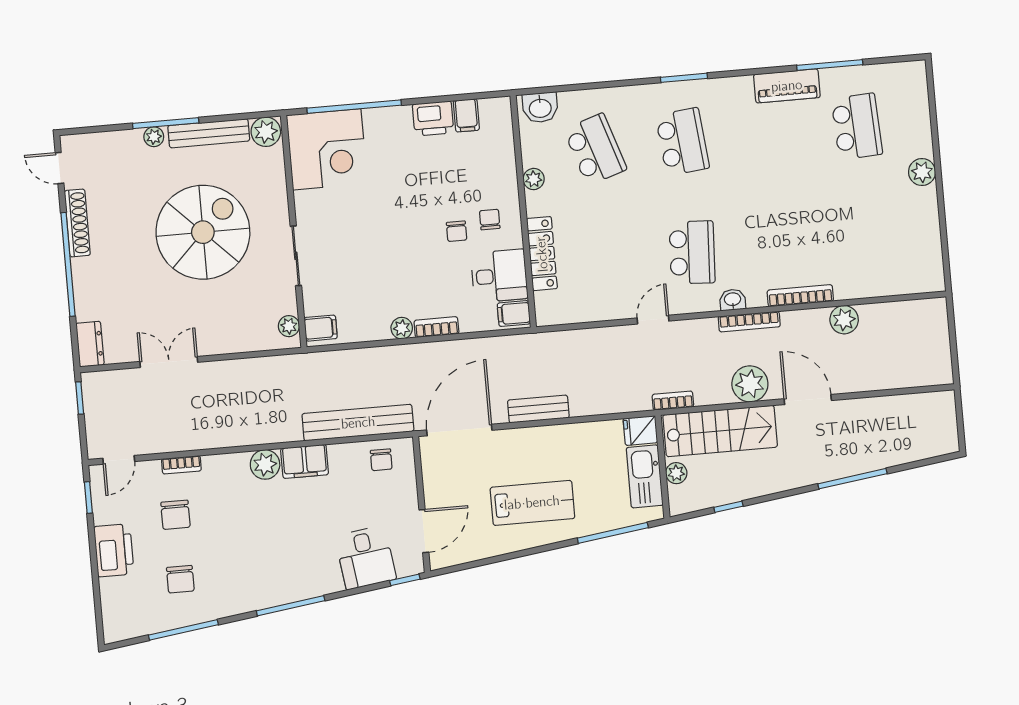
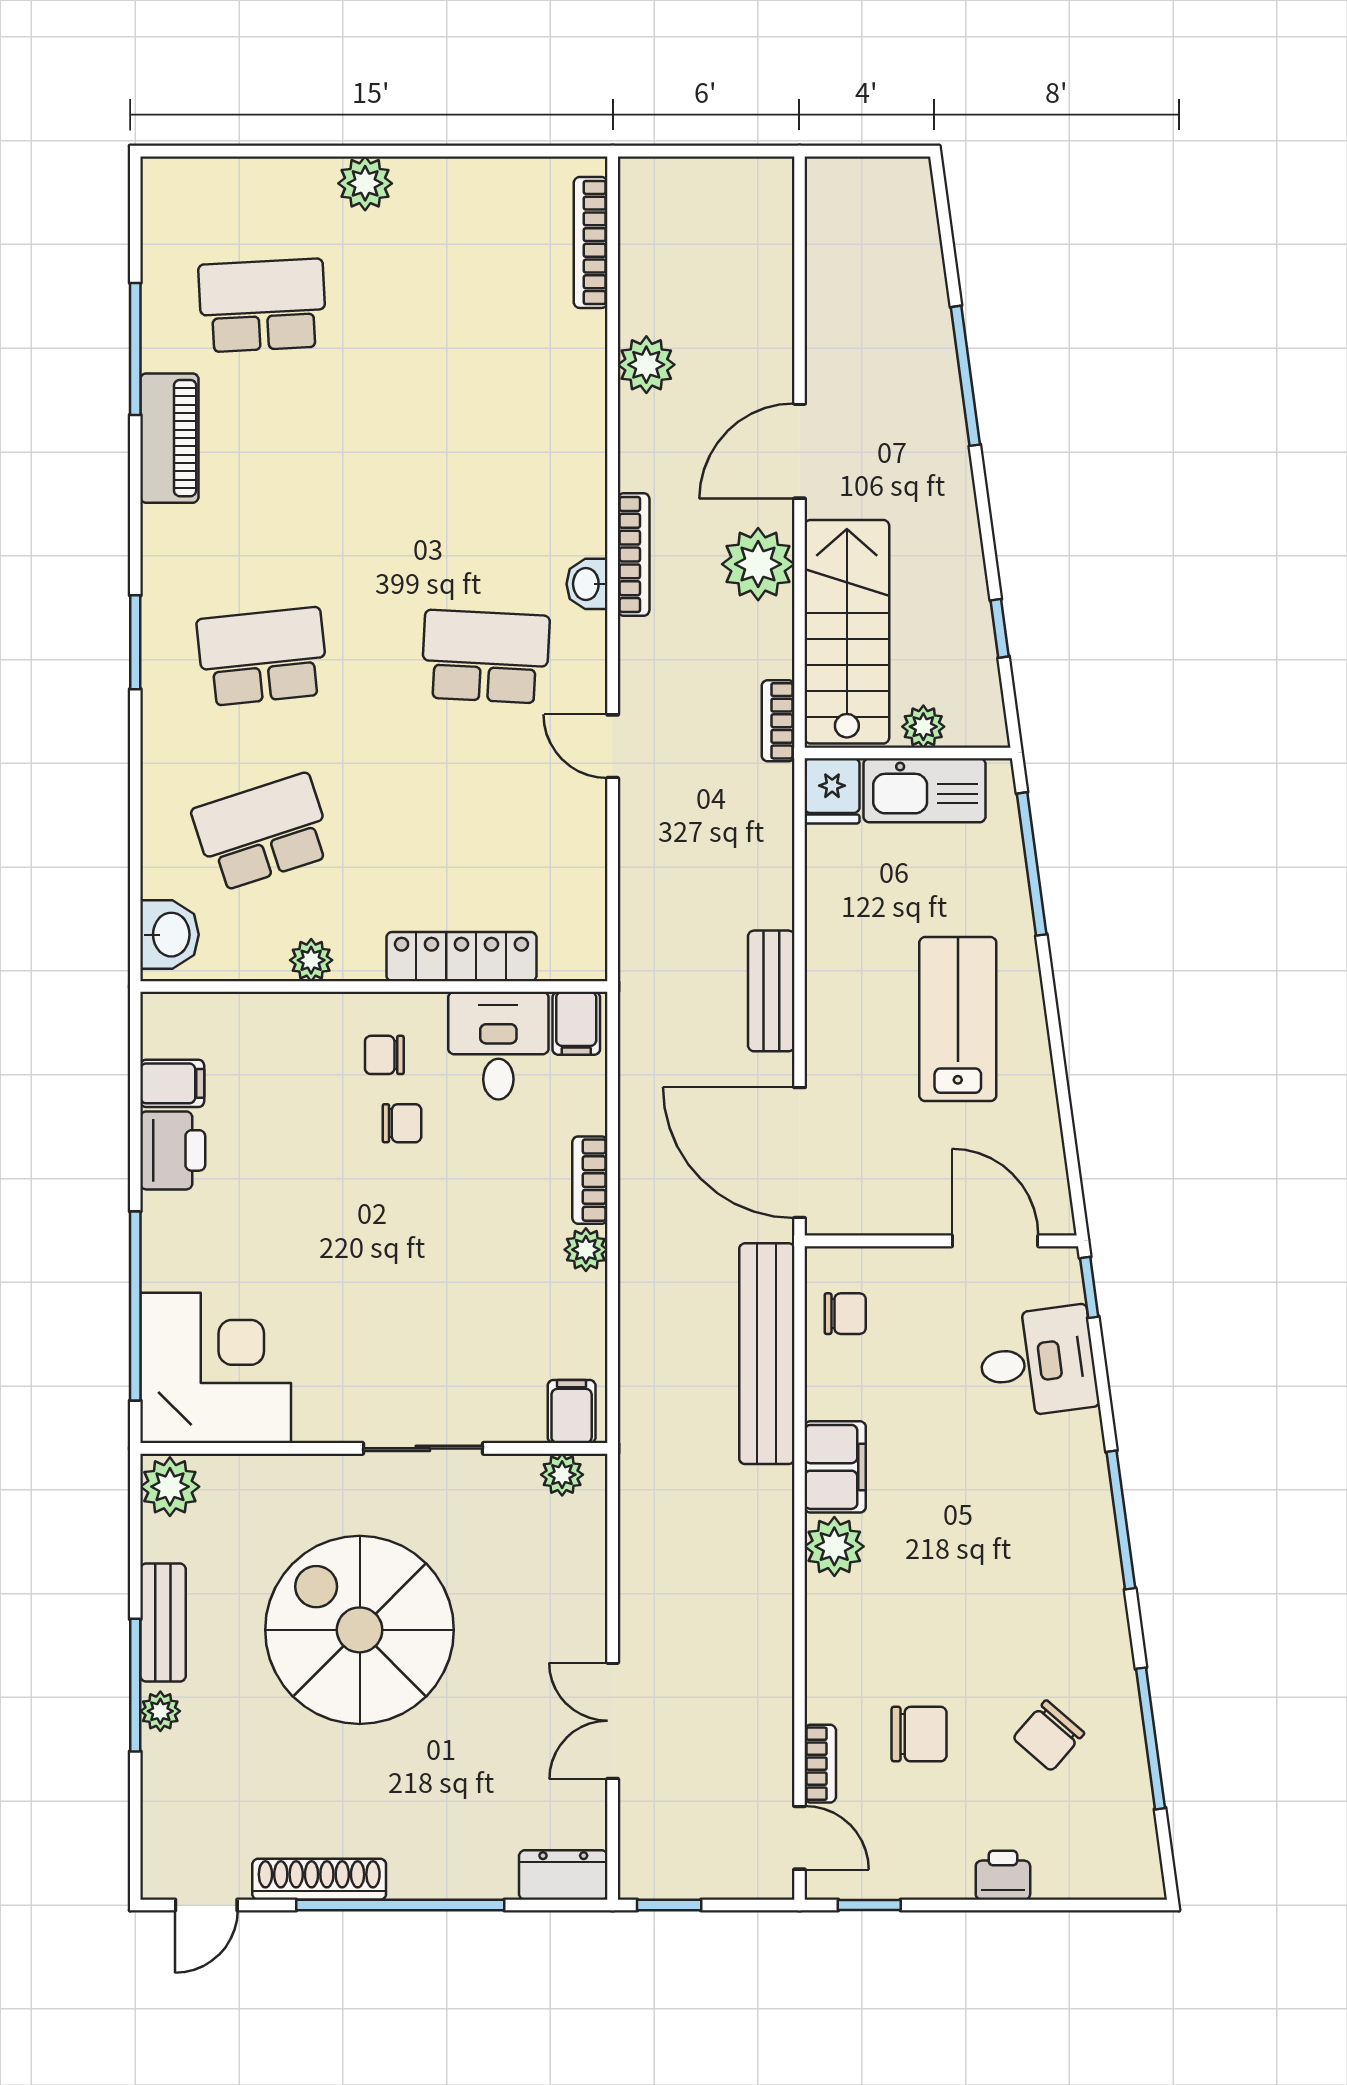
bench: (209, 133) -> (163, 1623), width x0.73
bookcase: (800, 296) -> (591, 242), moved
bookcase: (181, 465) -> (820, 1764), moved
printer: (114, 550) -> (1003, 1875), width x0.53, depth x0.68
chair: (180, 579) -> (1049, 1736), turned 131

